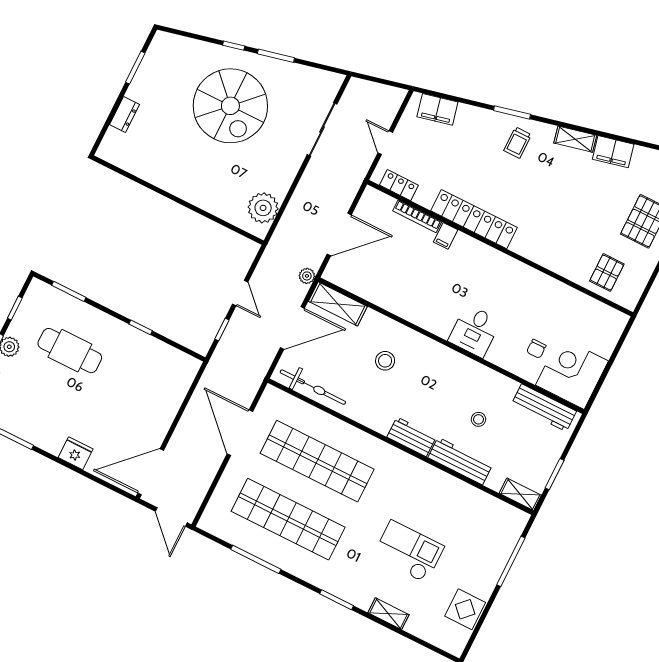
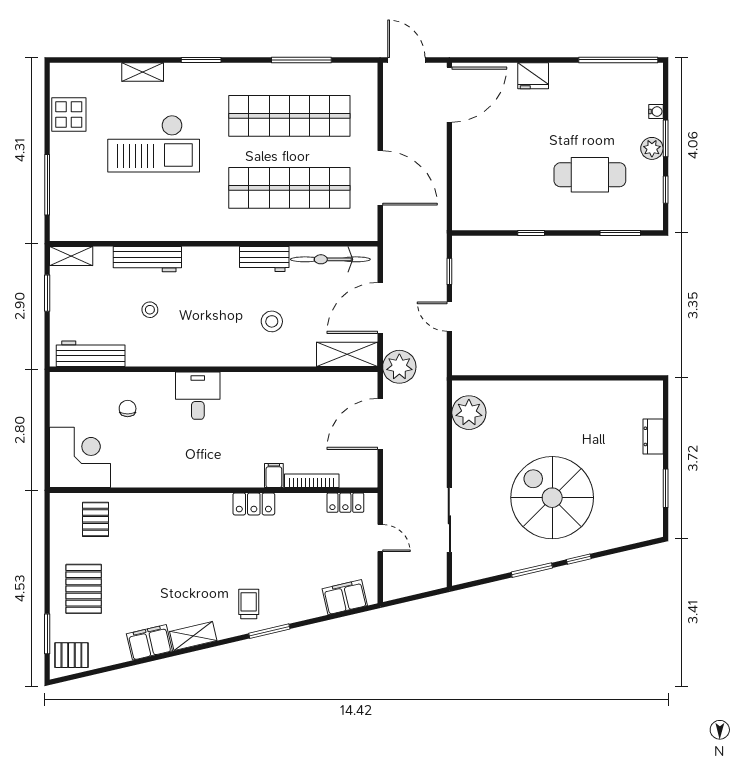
locker: (474, 219) -> (254, 504), width x0.46, depth x0.83
plant: (307, 276) -> (399, 367), width x1.88, depth x1.88
corner desk: (572, 373) -> (80, 457), moved, turned -90
workbench: (412, 437) -> (264, 259), moved
checkout: (408, 552) -> (154, 144), width x1.36, depth x1.21

